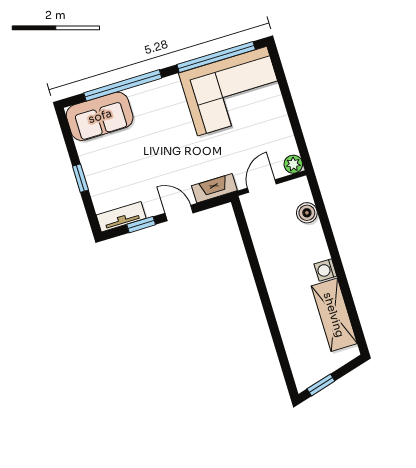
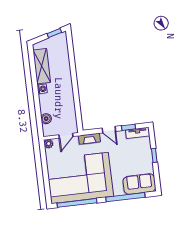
corner sofa: (232, 91) -> (80, 178), width x1.36, depth x1.36

